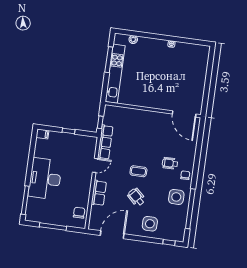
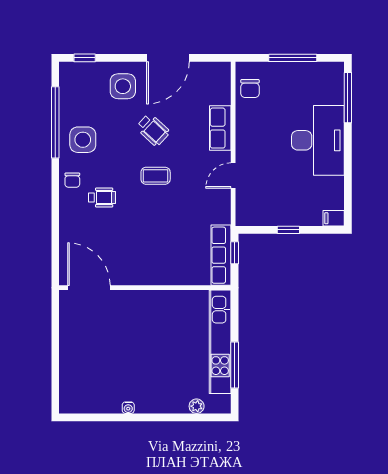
row of seats: (105, 142) -> (221, 255), moved
door: (112, 235) -> (168, 58), moved

